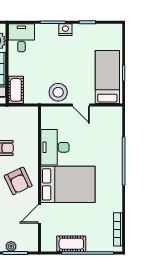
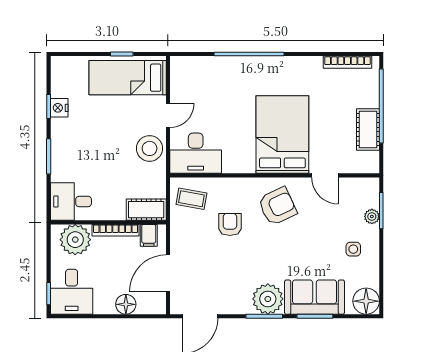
nightstand: (65, 30) -> (59, 108), moved
coffee table: (23, 121) -> (191, 199), added
desk: (55, 147) -> (196, 153), moved

